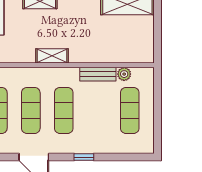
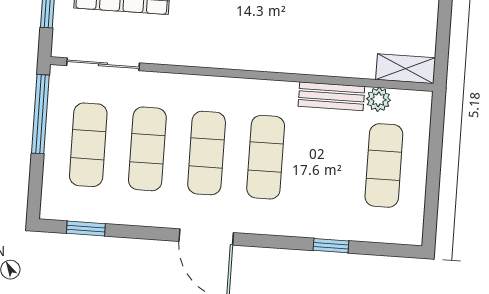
shelving: (52, 56) -> (406, 69), moved
window: (84, 157) -> (331, 246), moved

